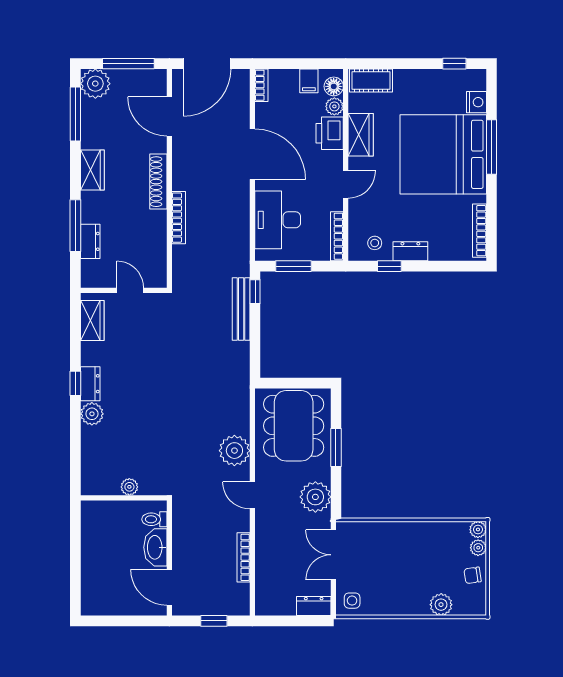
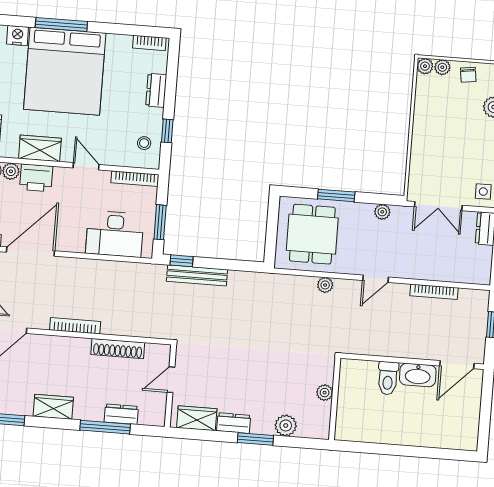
door: (252, 154) -> (30, 252), moved
shoe rack: (158, 182) -> (118, 349), moved
bookcase: (179, 218) -> (75, 326), moved
bookcase: (480, 231) -> (149, 43), width x0.64
dresser: (410, 251) -> (156, 90), moved
window: (75, 383) -> (255, 439), width x1.50
dresser: (90, 384) -> (234, 423), moved
dining table: (294, 426) -> (312, 234), width x0.73
plant: (234, 451) -> (325, 285), width x0.53, depth x0.53
plant: (129, 487) -> (325, 393), moved
plant: (315, 497) -> (382, 212), width x0.53, depth x0.53
wall: (124, 498) -> (335, 399), moved
toilet: (154, 519) -> (388, 378), width x1.37, depth x1.39

